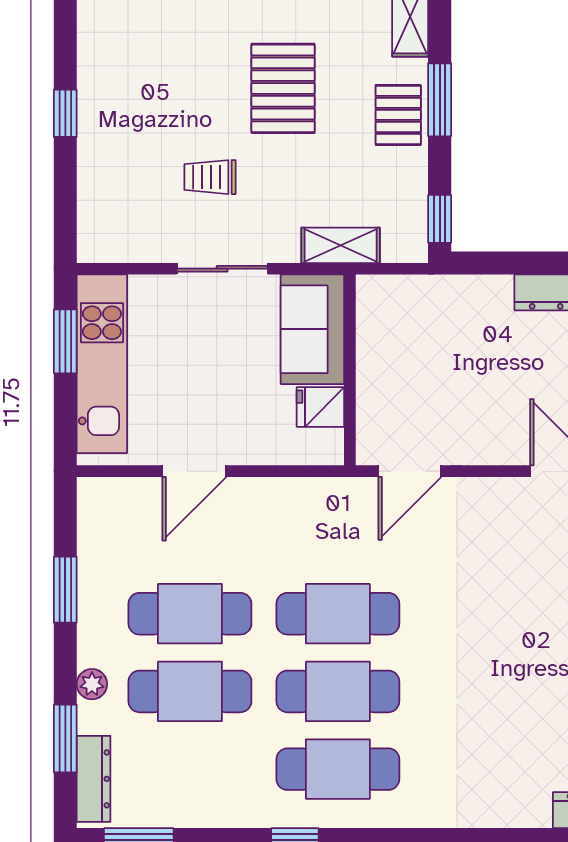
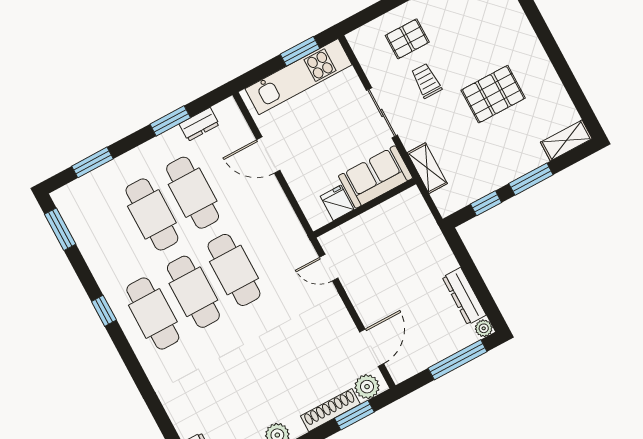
pallet: (398, 115) -> (407, 39), moved
window: (440, 219) -> (486, 203), moved
door: (410, 471) -> (329, 268), width x0.73
plant: (92, 684) -> (128, 161), removed
dresser: (94, 779) -> (199, 124), moved, width x0.70

